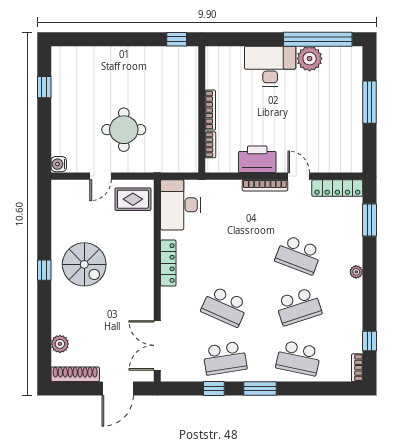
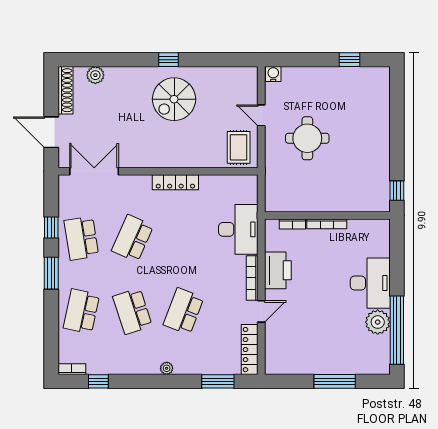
desk: (180, 205) -> (238, 229), moved, turned 90

